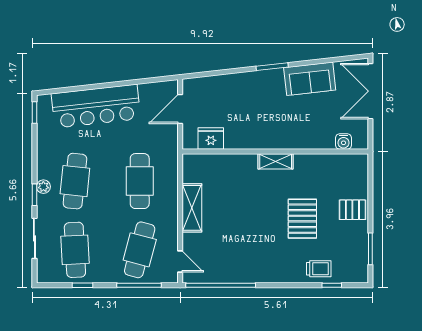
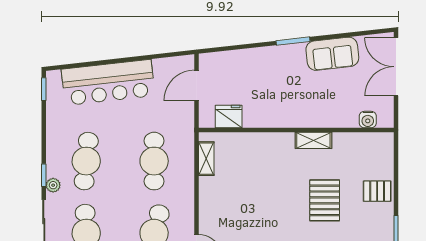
shelving: (276, 161) -> (313, 140), moved
plant: (43, 187) -> (53, 185), moved
shelving: (192, 208) -> (206, 159), moved, width x0.67, depth x0.75

